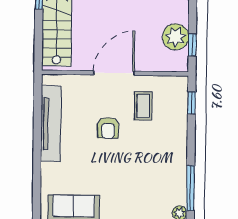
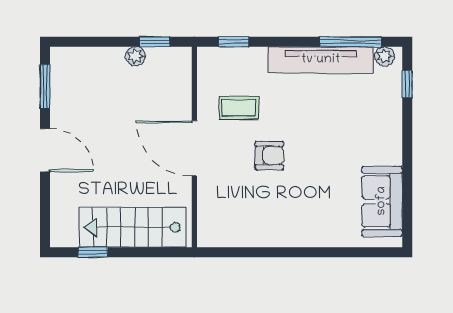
plant: (176, 37) -> (135, 56), width x0.53, depth x0.53
tv unit: (51, 124) -> (321, 60), moved, turned 180

